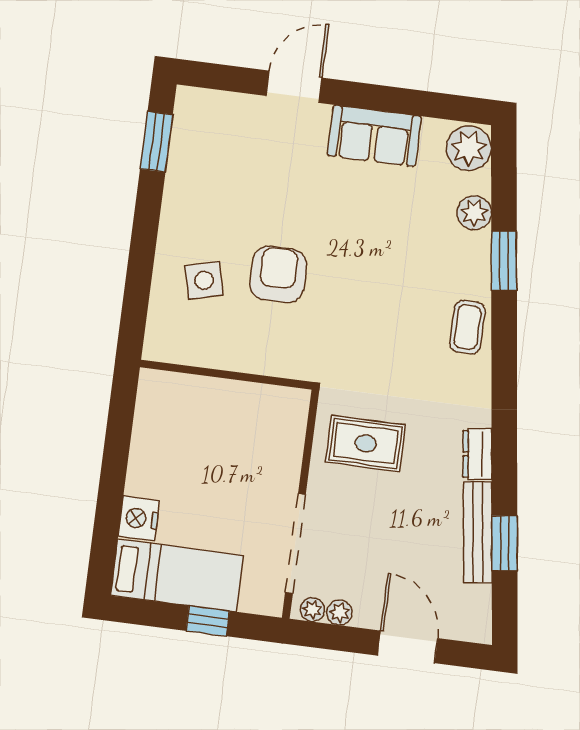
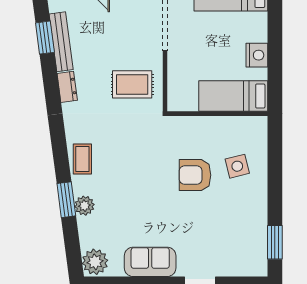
plant: (474, 213) -> (84, 206), moved
armchair: (278, 274) -> (195, 175), turned 90
bed: (195, 401) -> (233, 96), added
nightstand: (139, 518) -> (257, 55), moved

